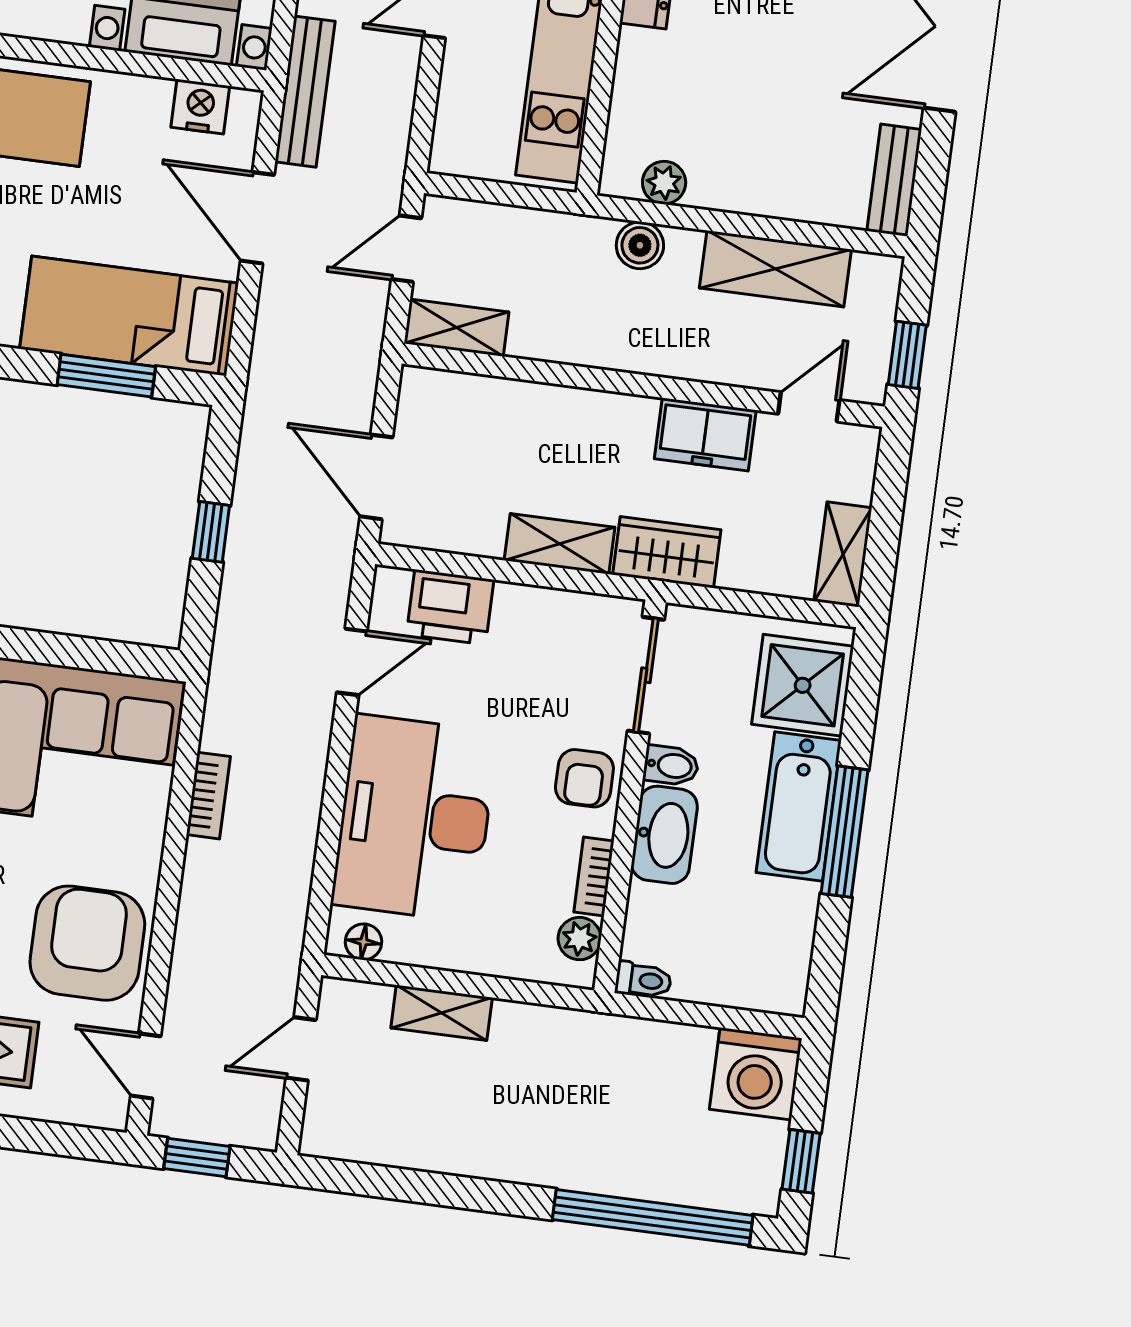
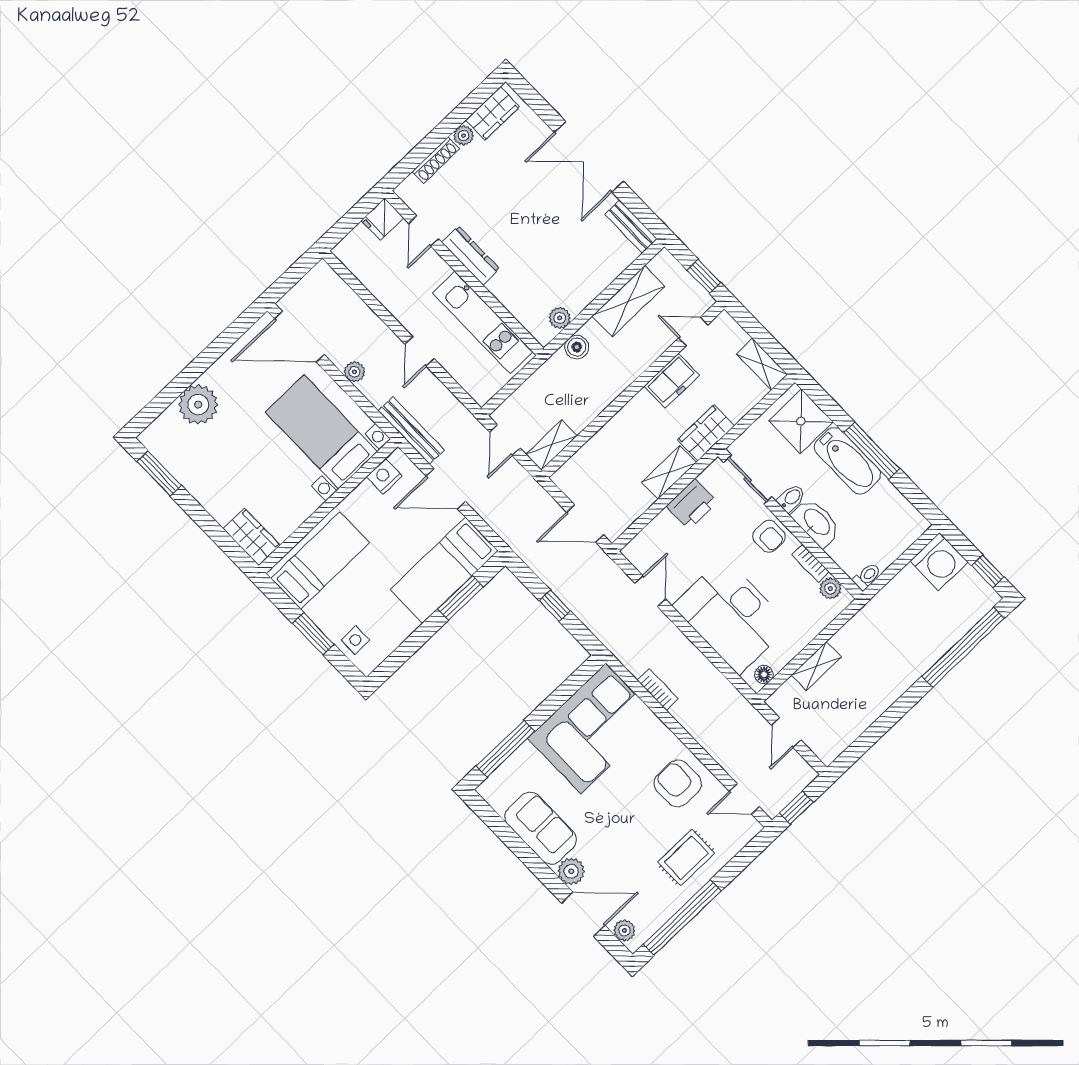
door: (809, 407) -> (693, 331), hinge flipped
printer: (450, 607) -> (692, 504), moved
armchair: (87, 943) -> (678, 783), width x0.73, depth x0.73

